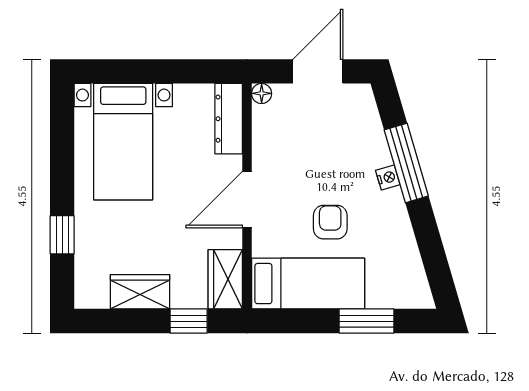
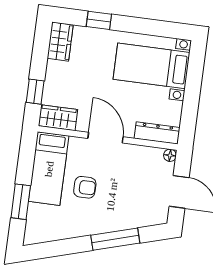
nightstand: (388, 177) -> (108, 227), removed
wardrobe: (140, 292) -> (60, 42), moved

